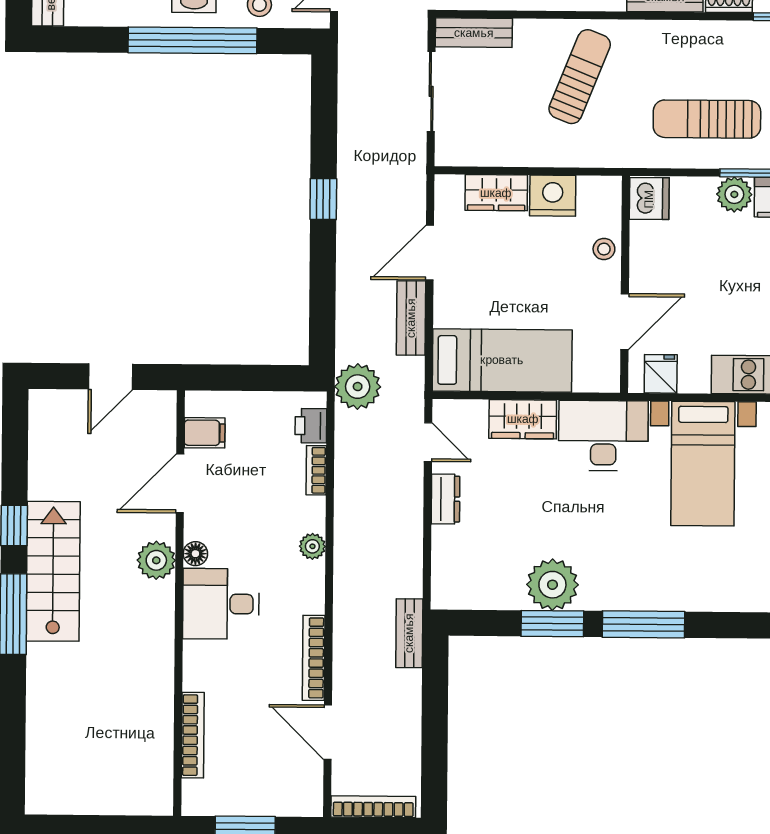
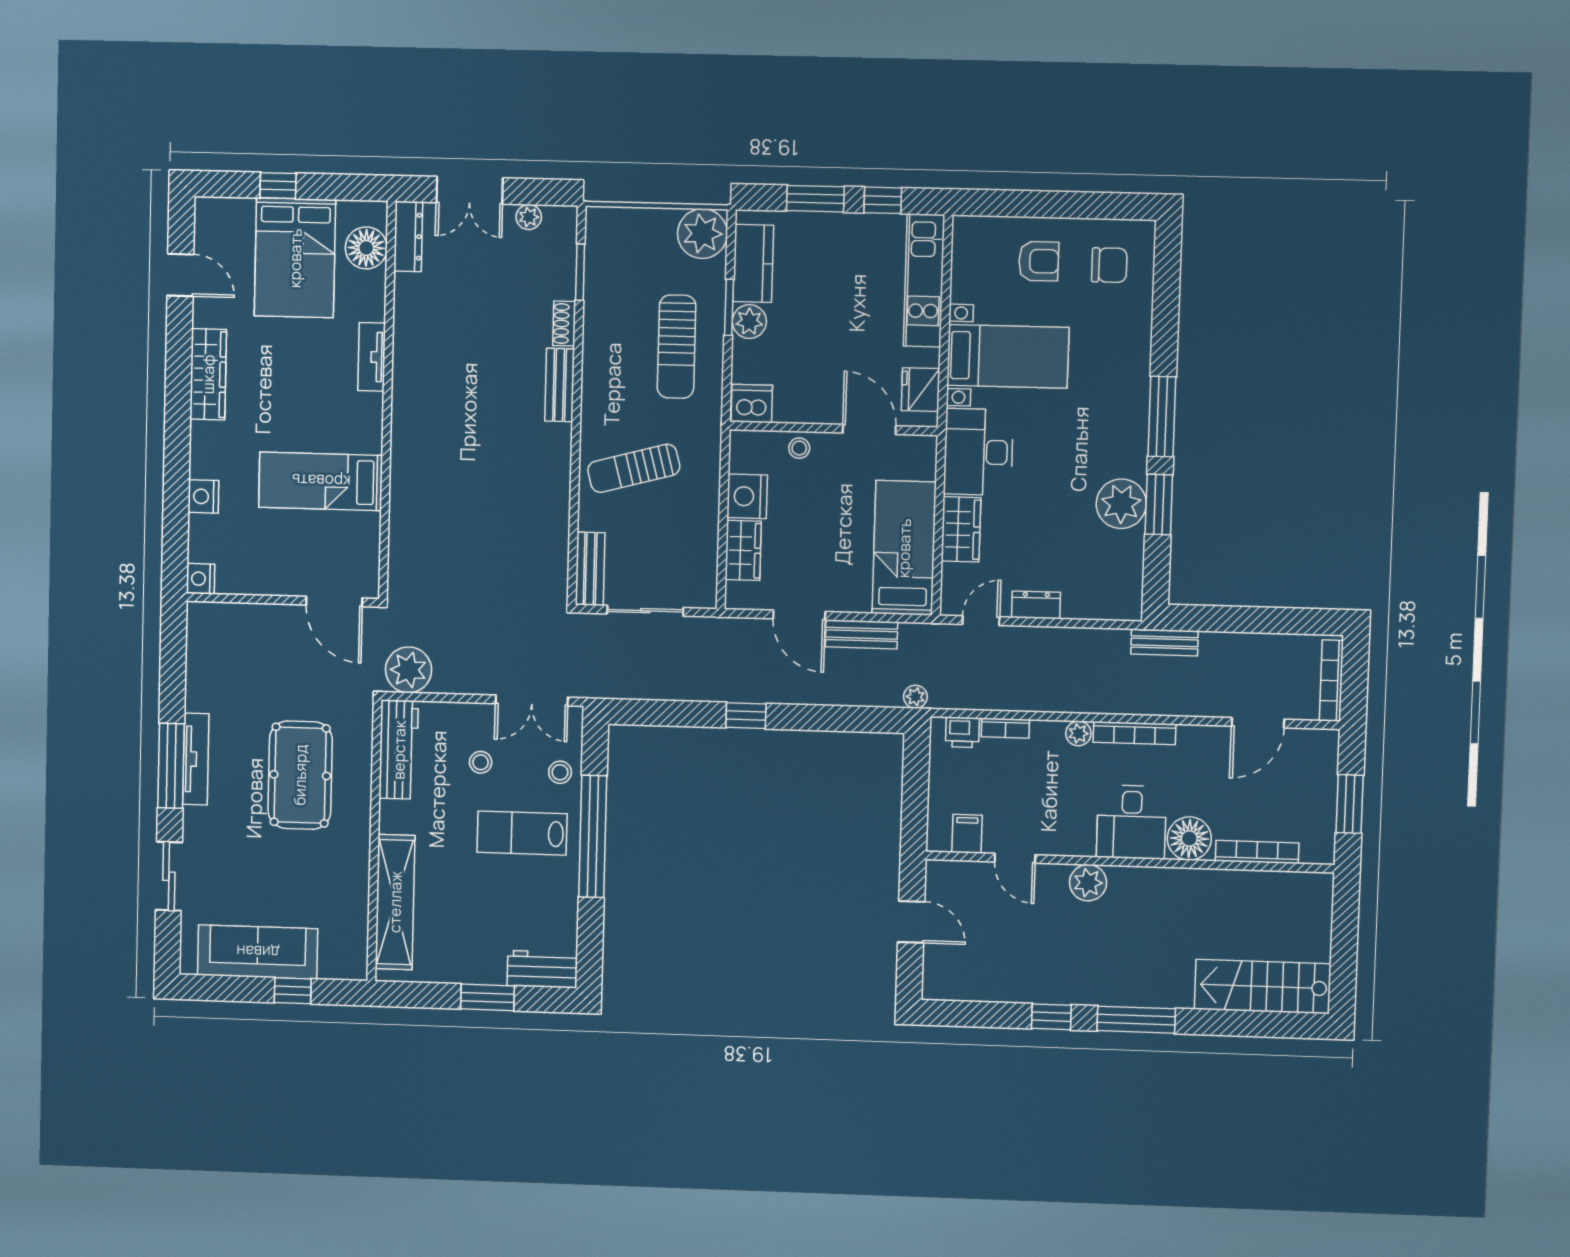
sun lounger: (580, 77) -> (634, 468), turned -37
fridge: (661, 374) -> (921, 390), width x1.38
plant: (358, 387) -> (915, 697), width x0.53, depth x0.53
door: (180, 483) -> (1015, 858), width x0.73
floor lamp: (195, 554) -> (1189, 838), moved, width x1.89, depth x1.89
stairs: (53, 571) -> (1263, 987), moved
bookcase: (314, 658) -> (1134, 733), moved

